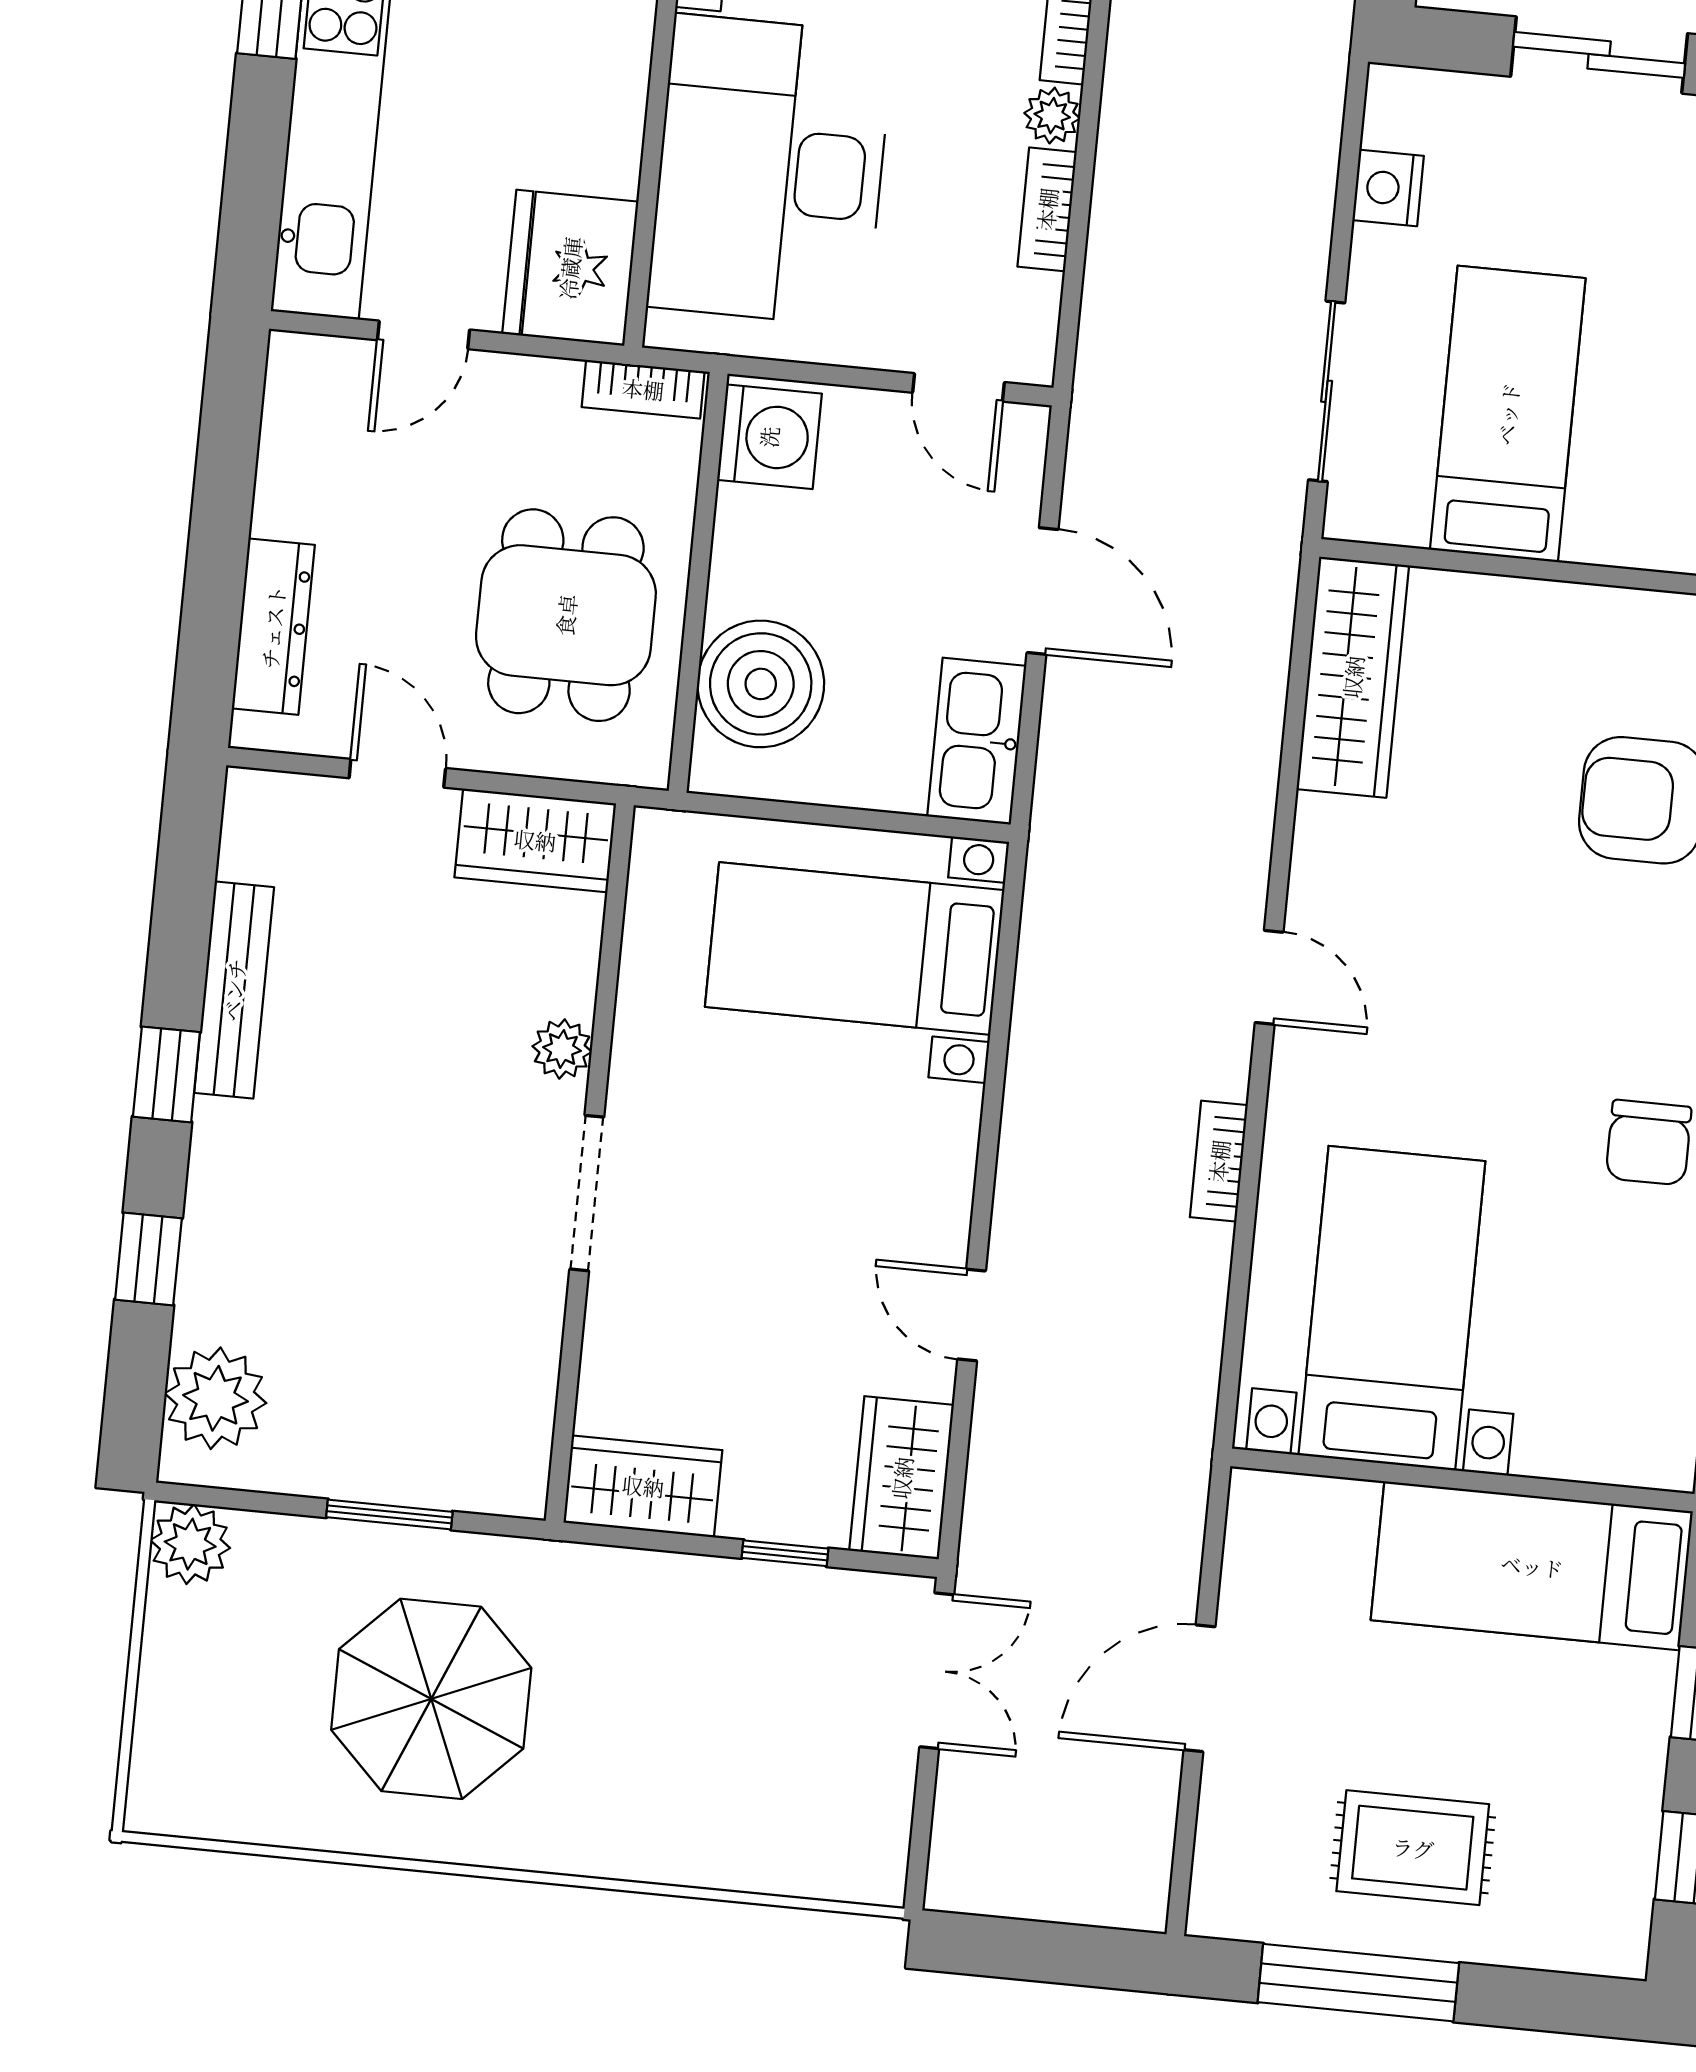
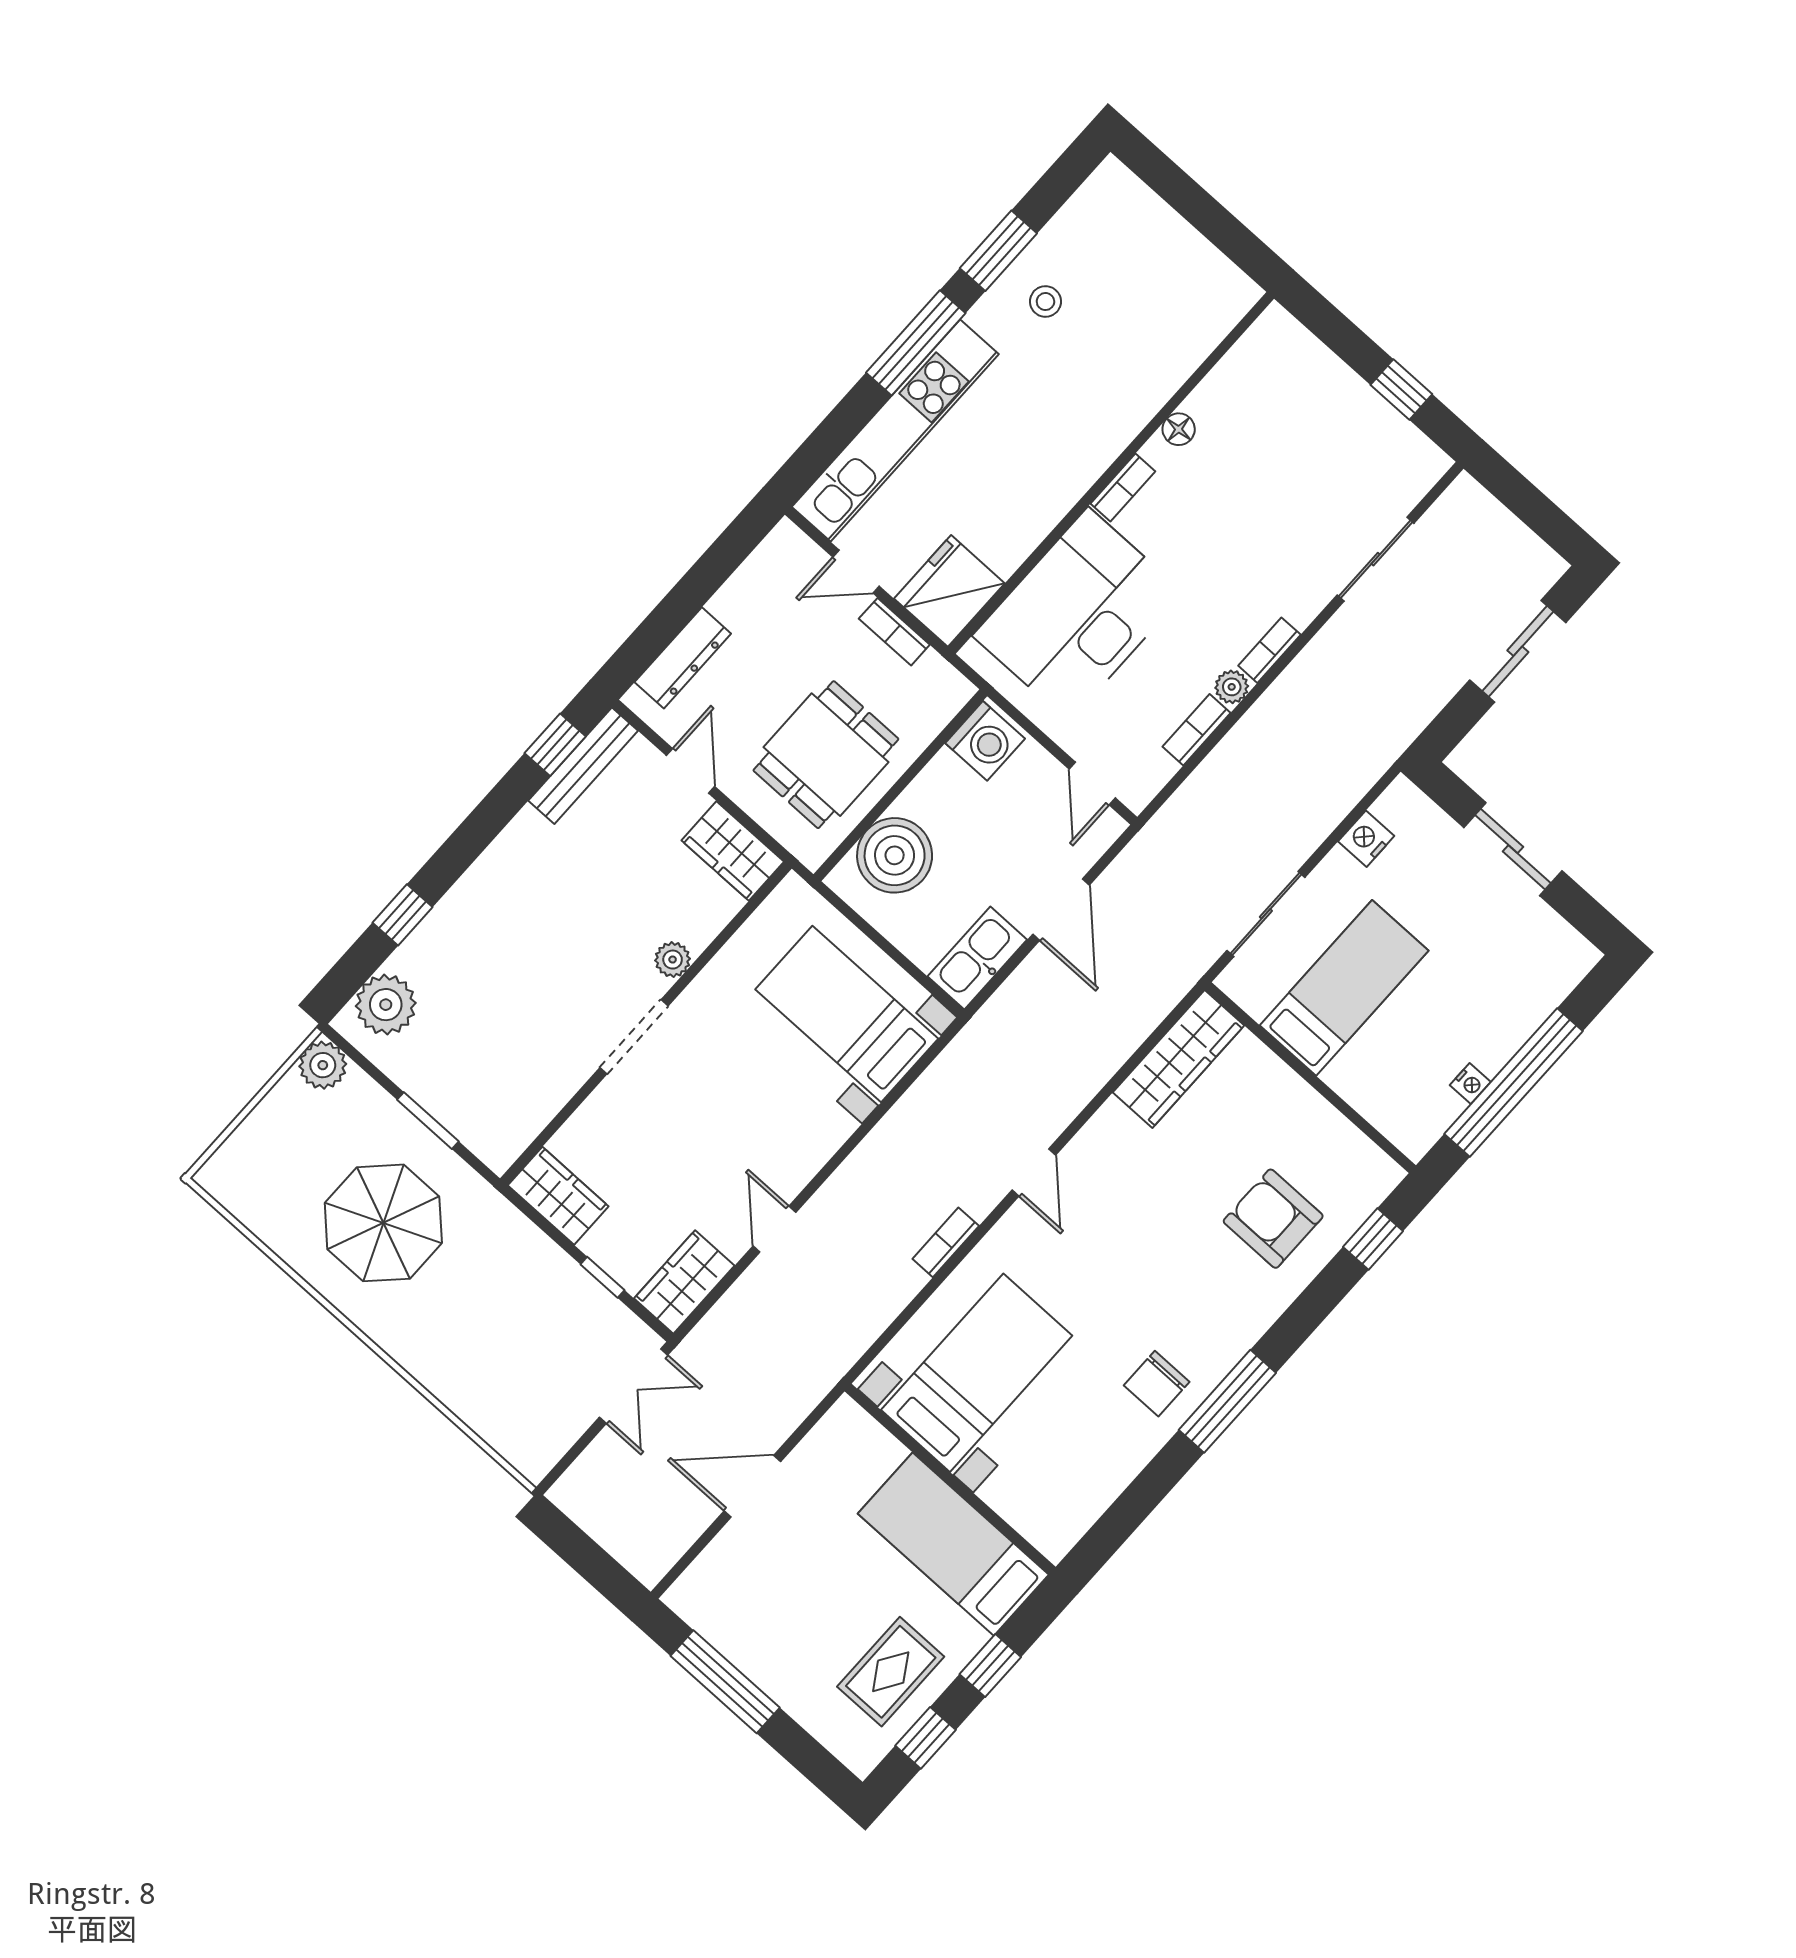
bookcase: (643, 389) -> (894, 632), moved
bench: (234, 990) -> (583, 766), moved
window: (166, 1074) -> (555, 745), moved
rug: (1413, 1848) -> (891, 1672), moved, turned 90

